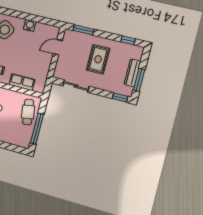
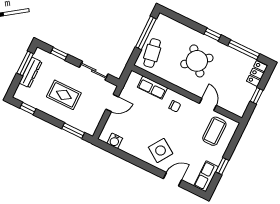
water cooler: (30, 25) -> (115, 141), moved
door: (58, 47) -> (112, 103), moved
rug: (98, 59) -> (64, 95), turned 90
window: (120, 97) -> (59, 54), moved

